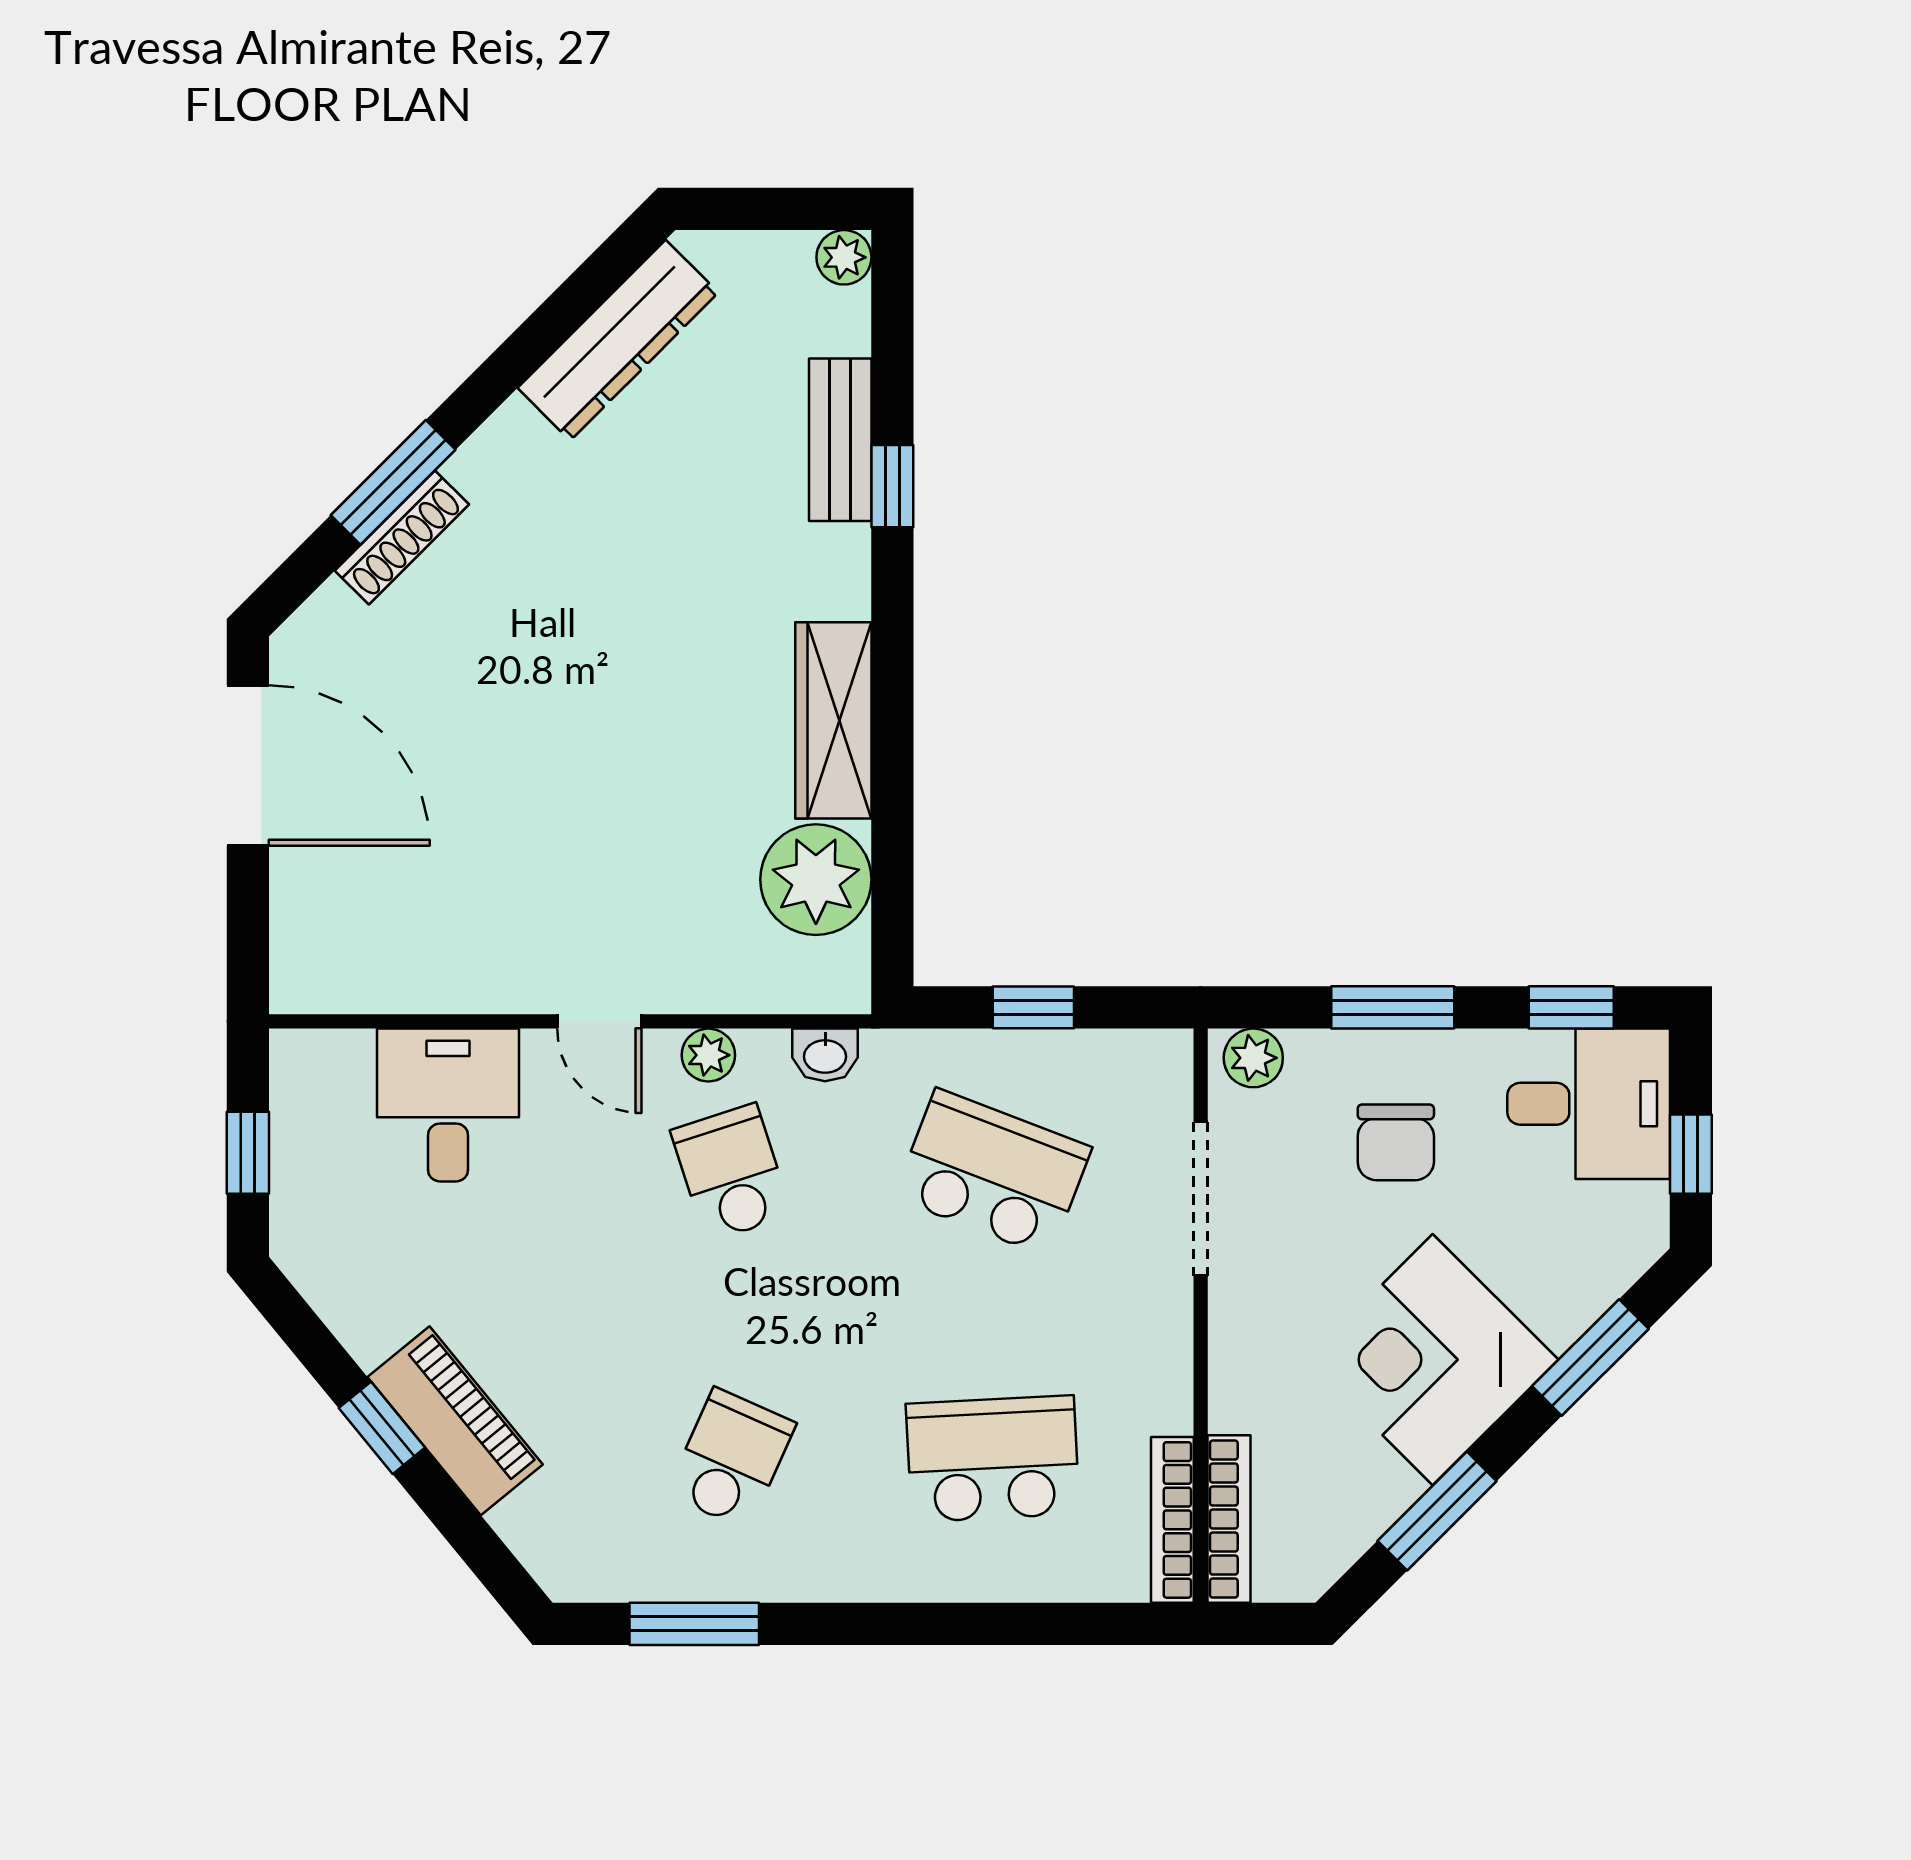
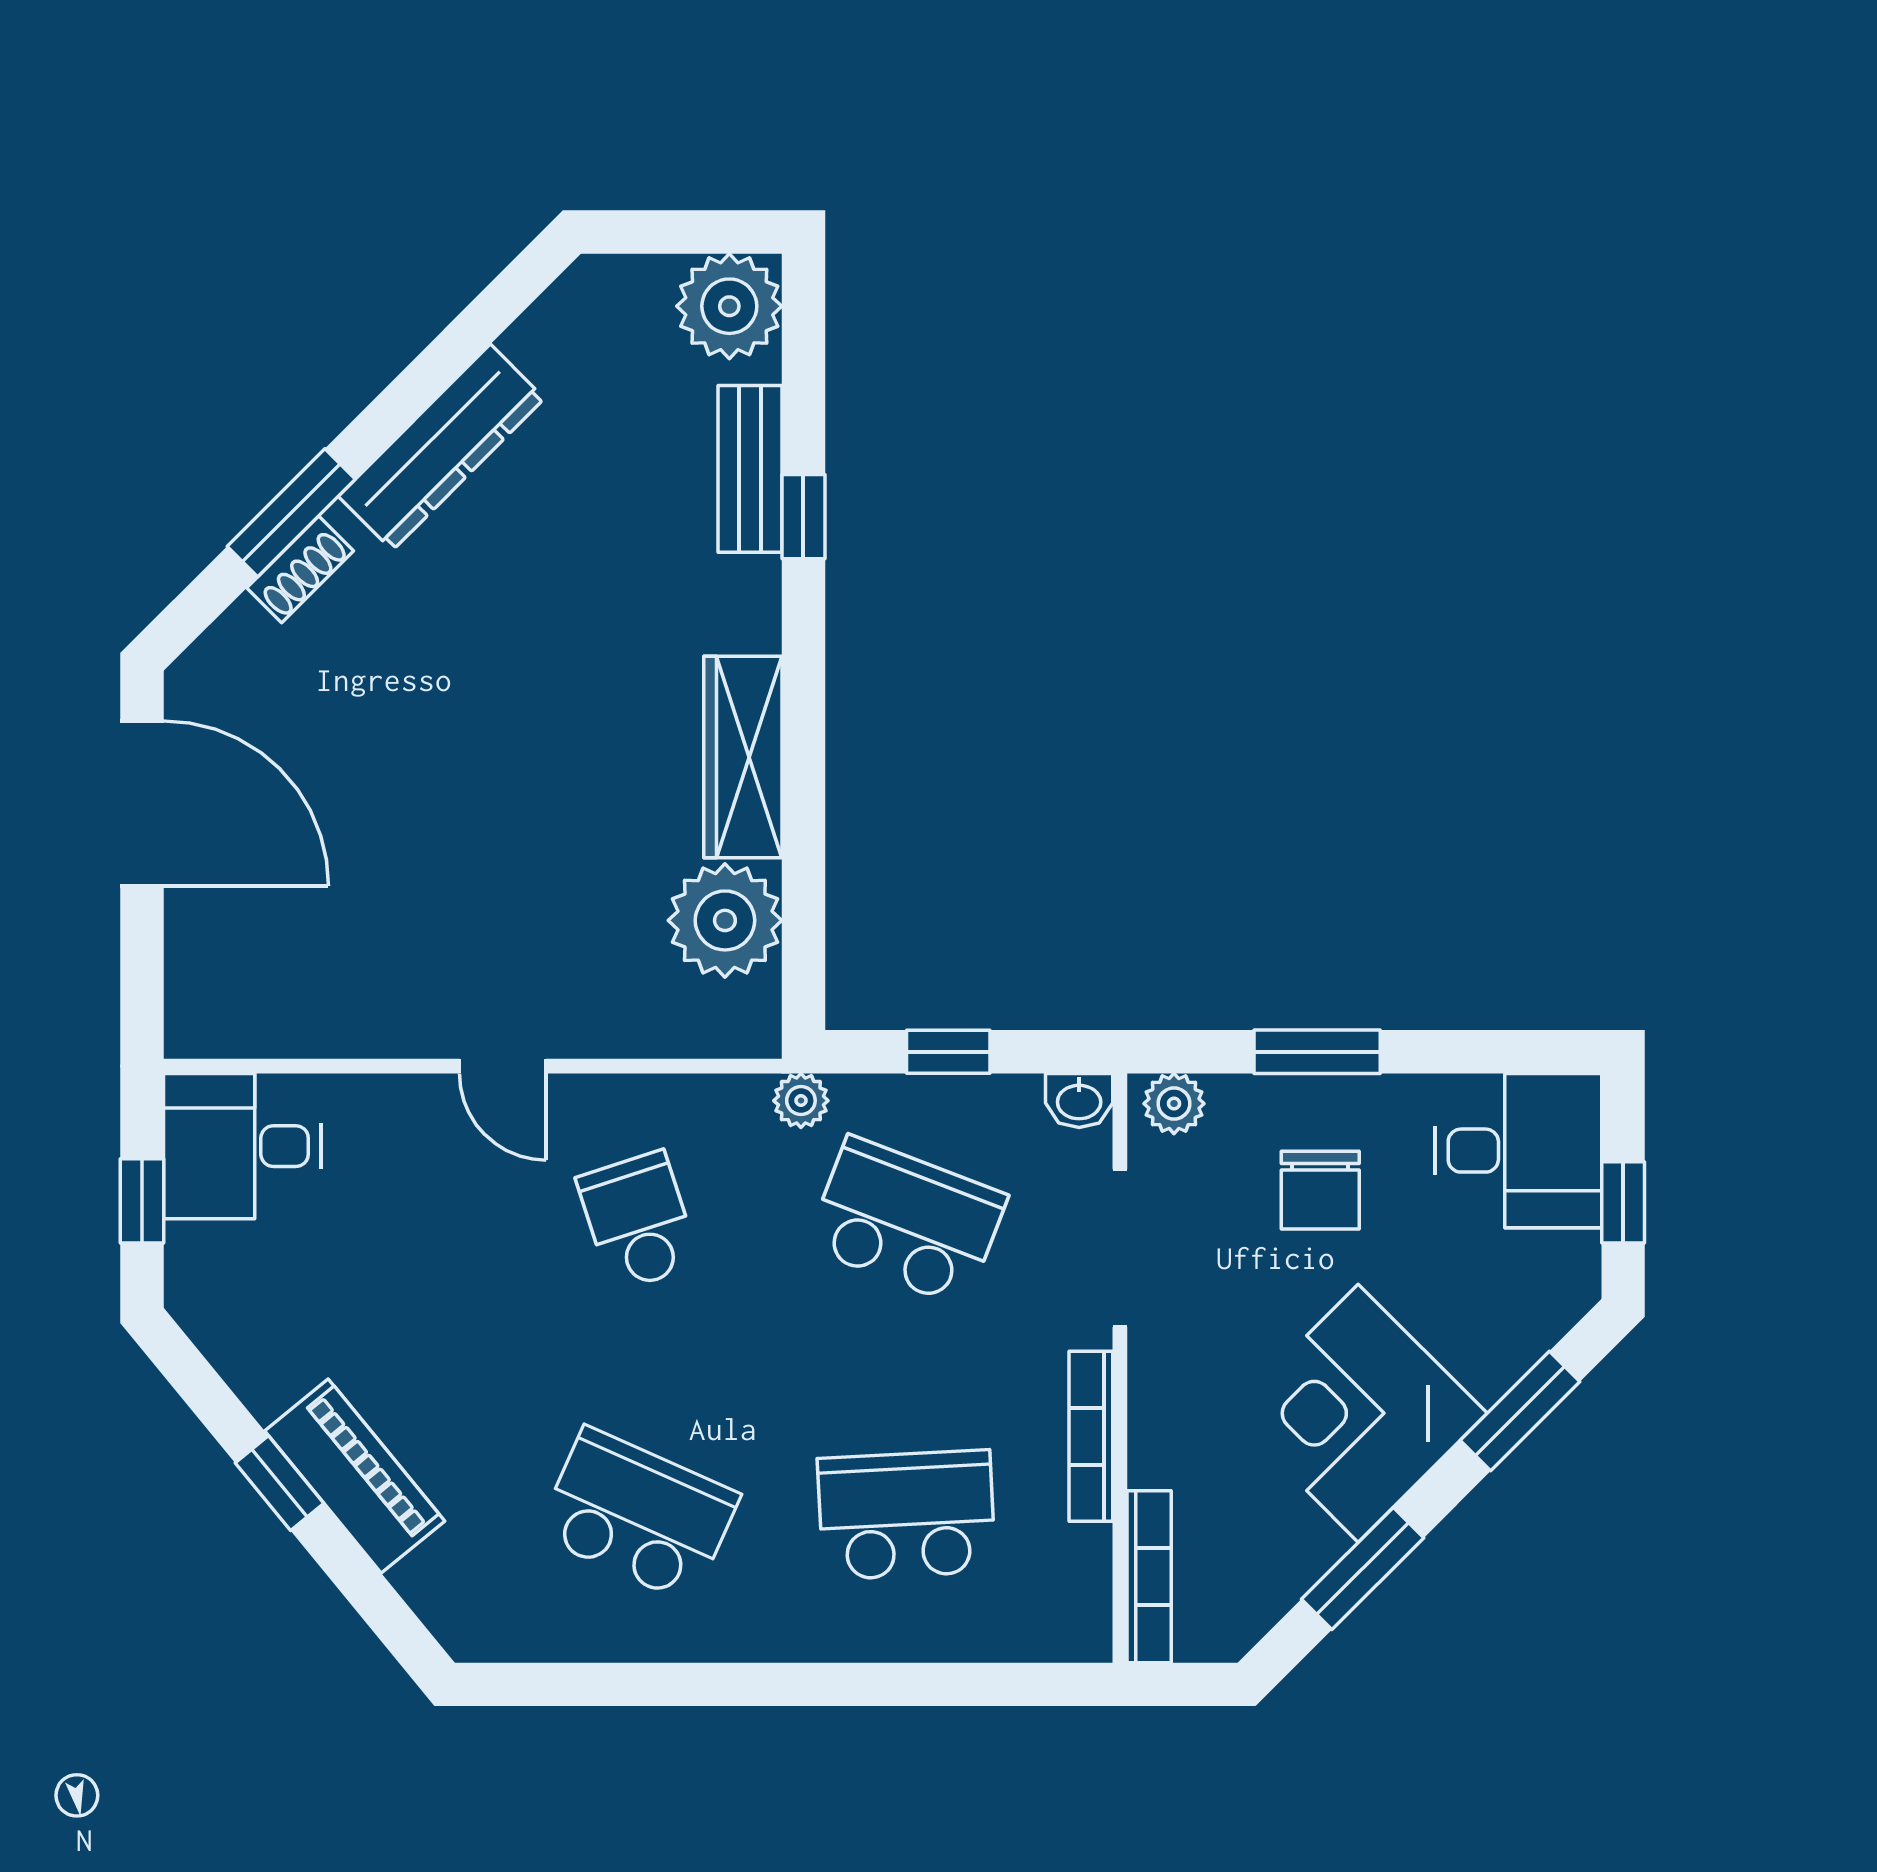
plant: (844, 257) -> (729, 306), width x1.88, depth x1.88
dresser: (618, 340) -> (441, 447), moved
shoe rack: (402, 537) -> (300, 569), width x0.70
window: (1571, 1007) -> (1500, 1052), removed
plant: (708, 1055) -> (801, 1101), moved
washbasin: (825, 1055) -> (1079, 1100), moved
desk: (448, 1105) -> (242, 1146), moved, turned -90
school desk: (731, 1459) -> (638, 1515), width x1.85
bookcase: (1172, 1520) -> (1091, 1436), moved
window: (694, 1624) -> (600, 1684), removed

